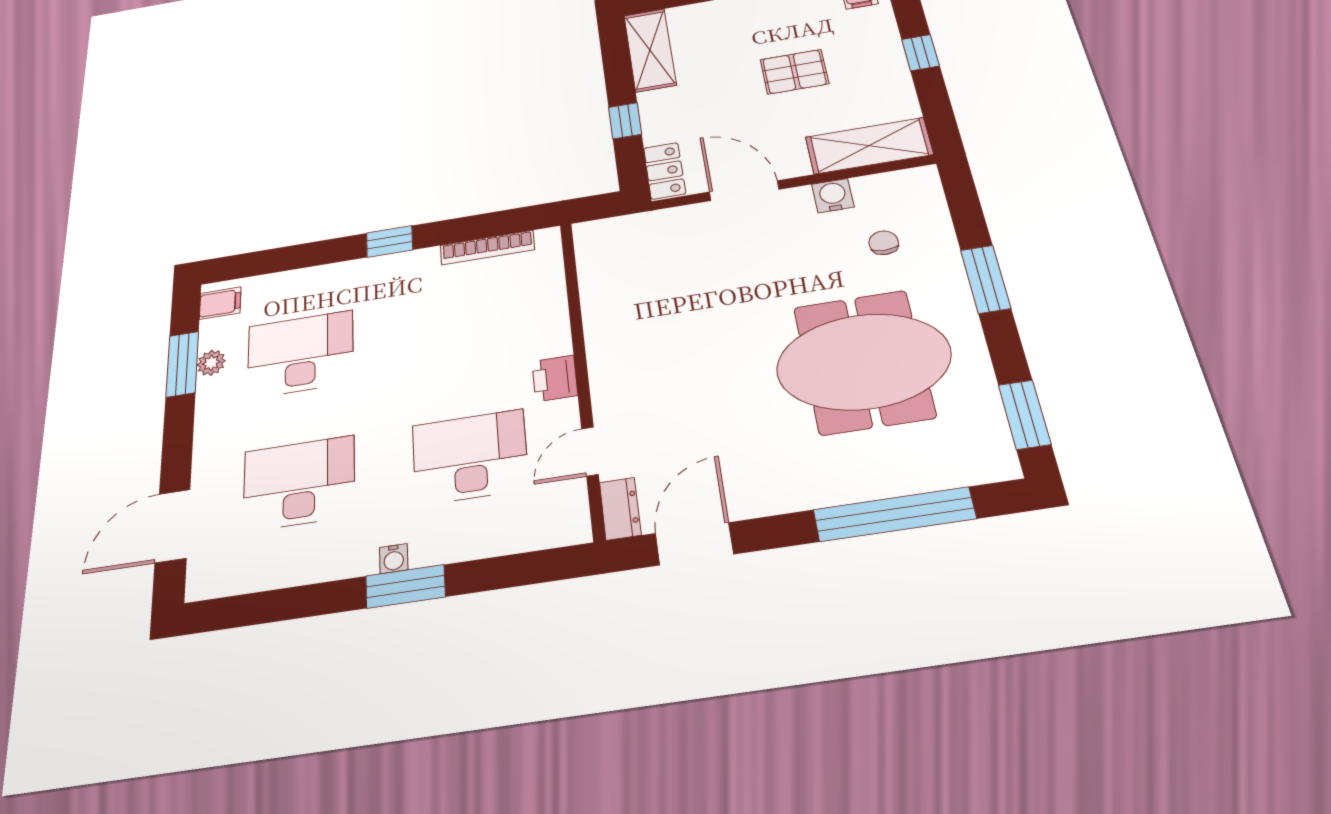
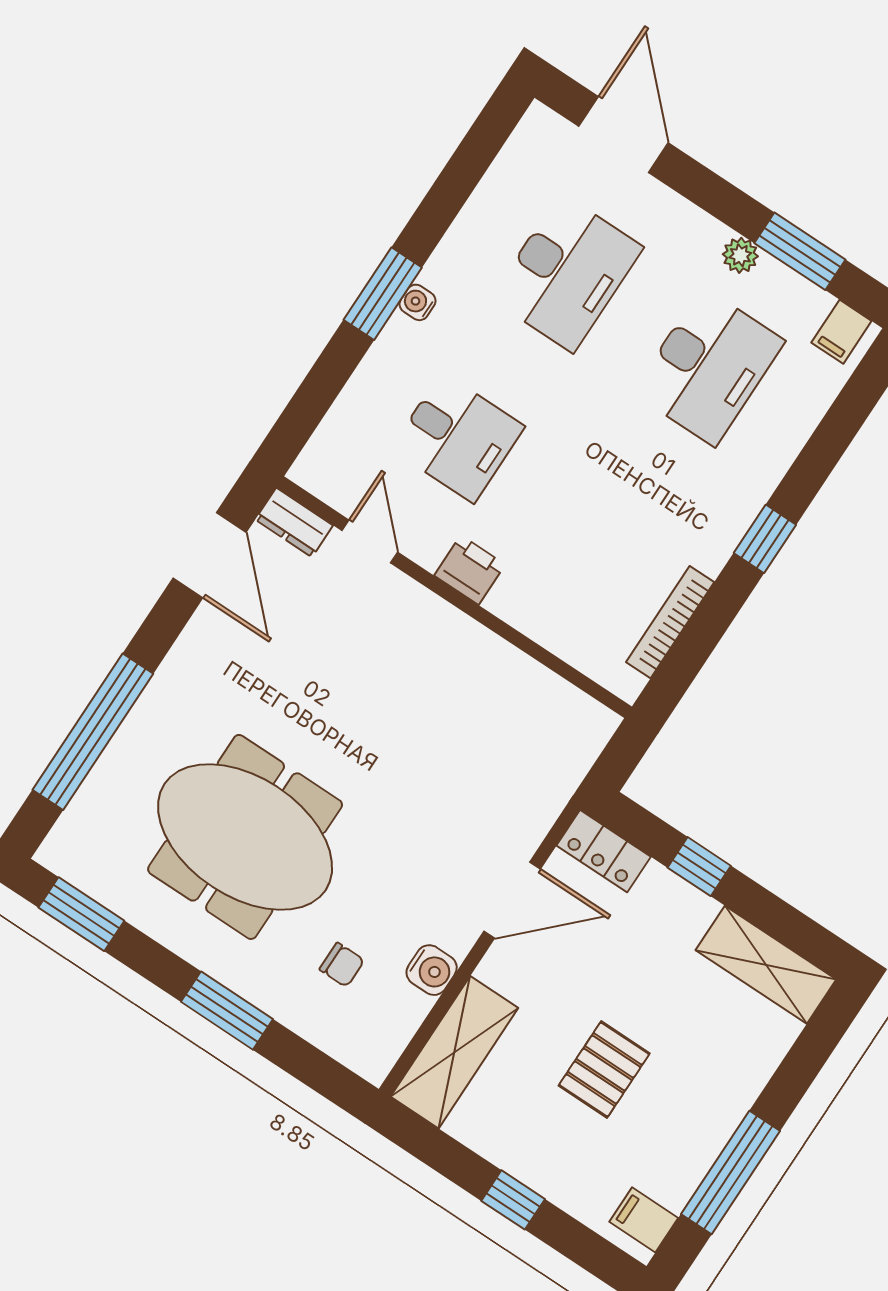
meeting table: (863, 361) -> (245, 837), turned 90
plant: (211, 363) -> (740, 255), moved
desk: (470, 457) -> (458, 438), width x0.73

